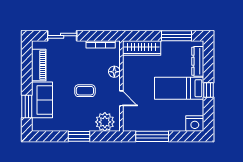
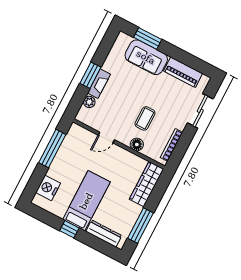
coffee table: (85, 91) -> (145, 118), moved
plant: (105, 122) -> (89, 102), width x0.53, depth x0.53
nightstand: (195, 124) -> (48, 188), moved
fireplace: (82, 126) -> (99, 84), added

